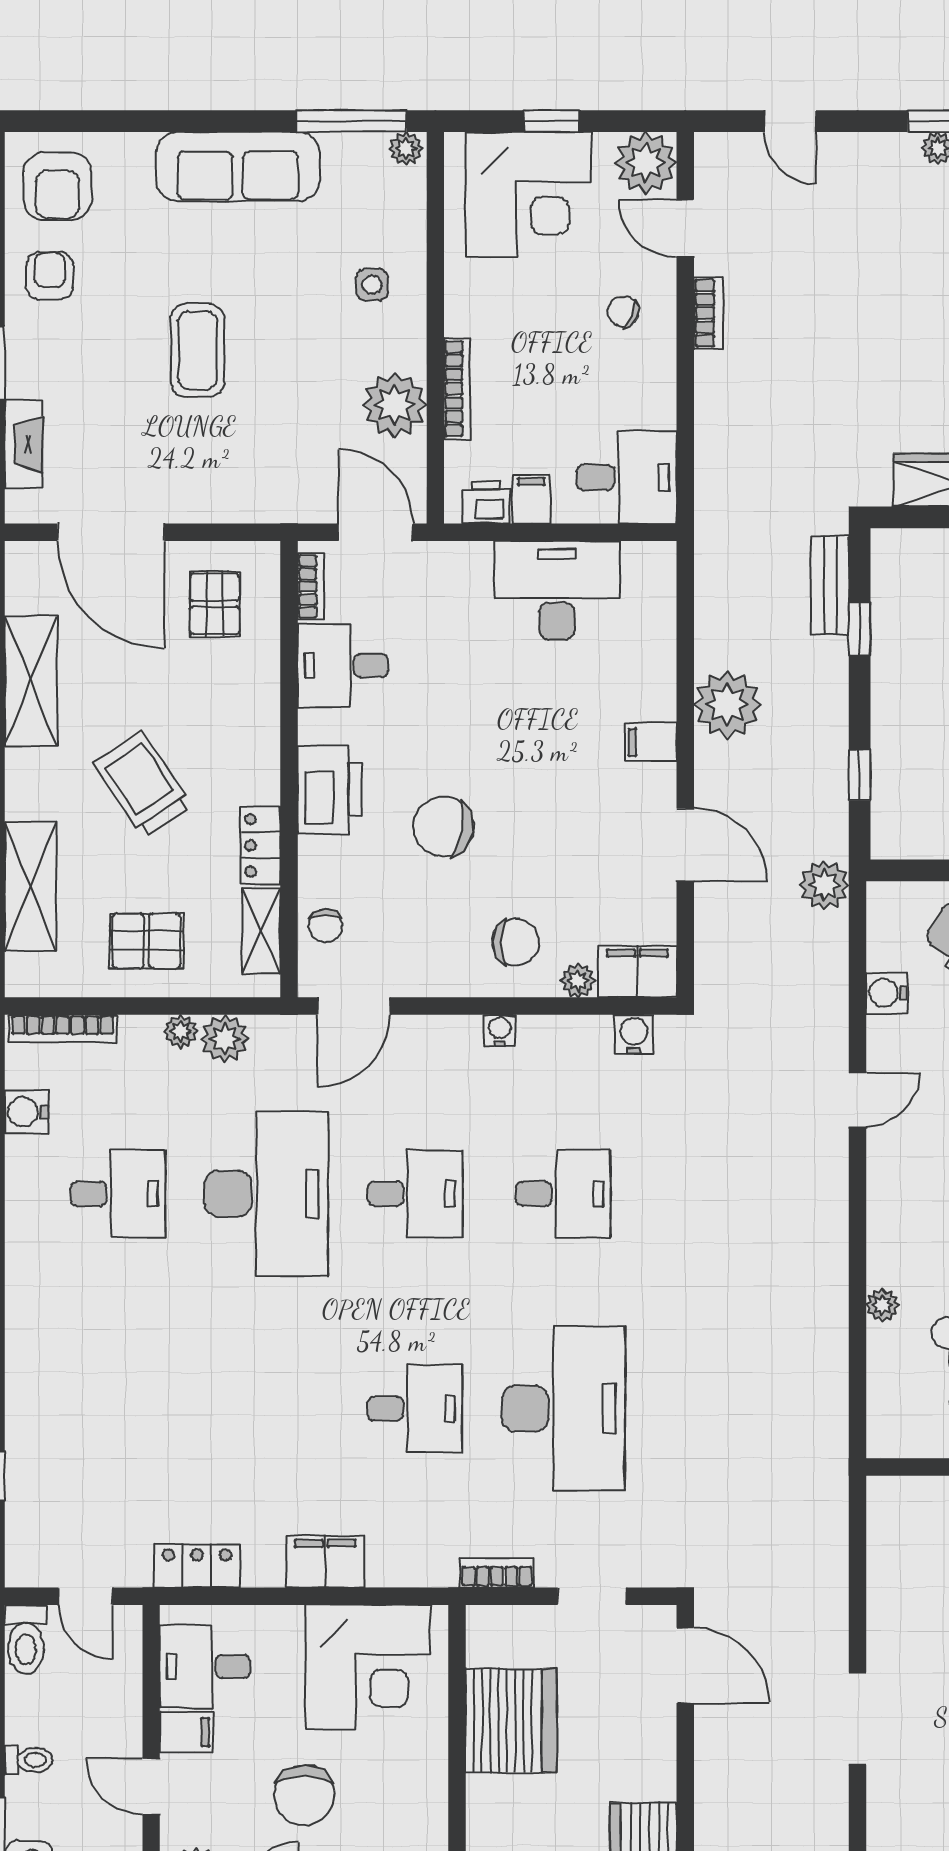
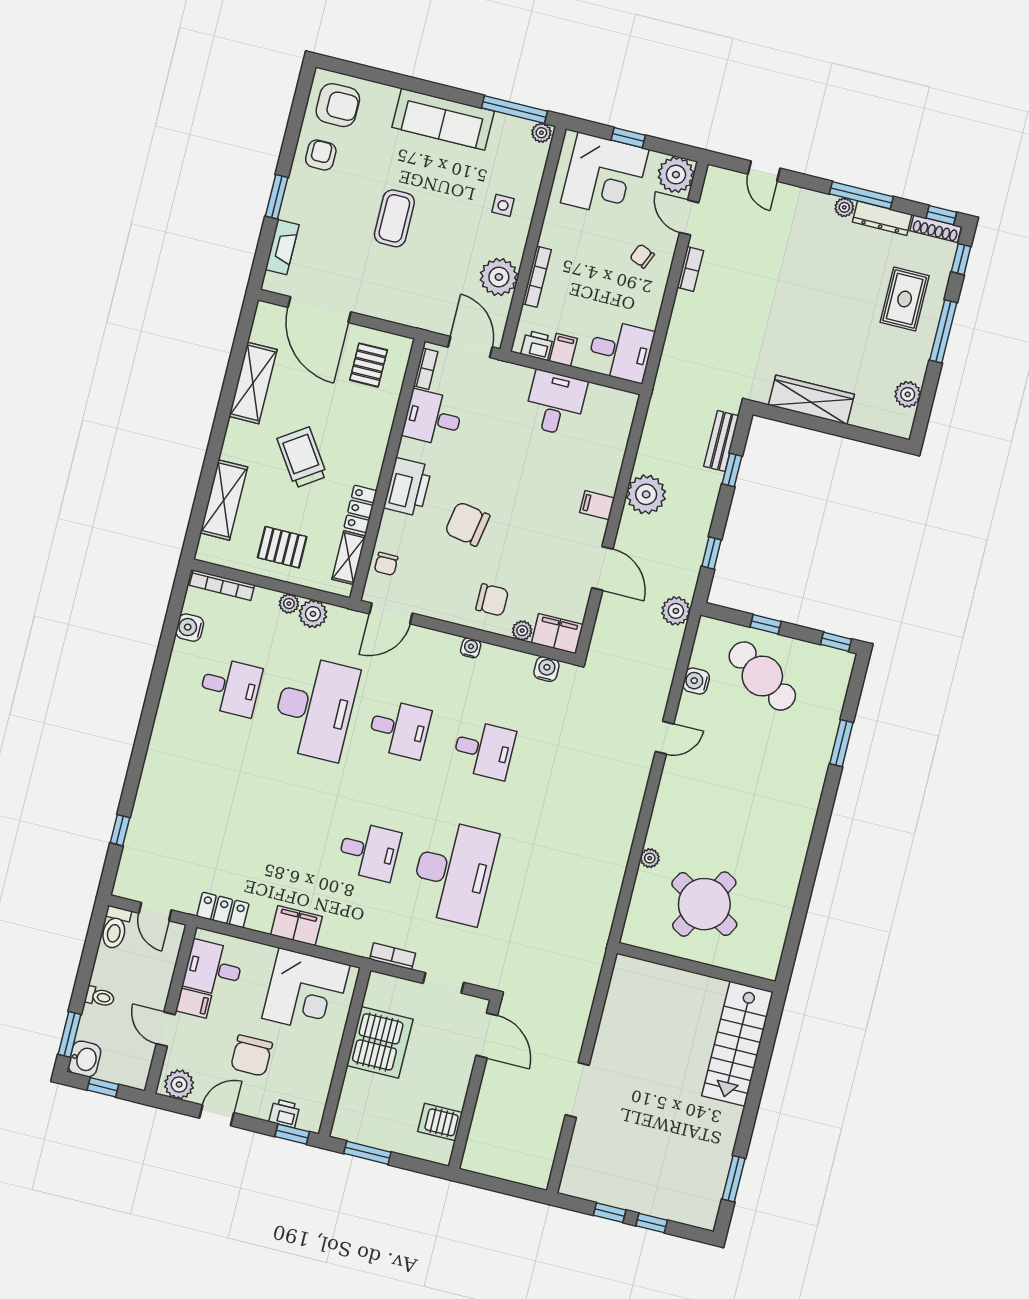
armchair: (58, 186) -> (338, 105), turned -90
desk: (557, 591) -> (555, 403), width x0.73

